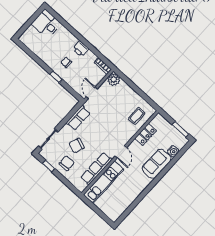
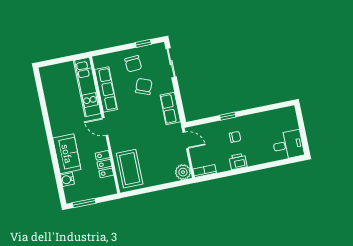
coffee table: (137, 116) -> (130, 169), width x1.86, depth x1.72

